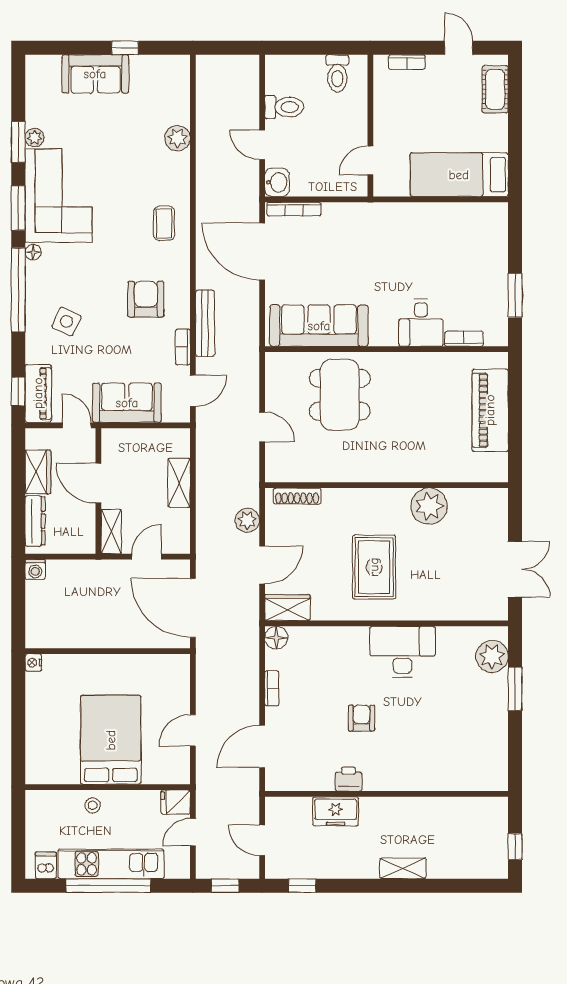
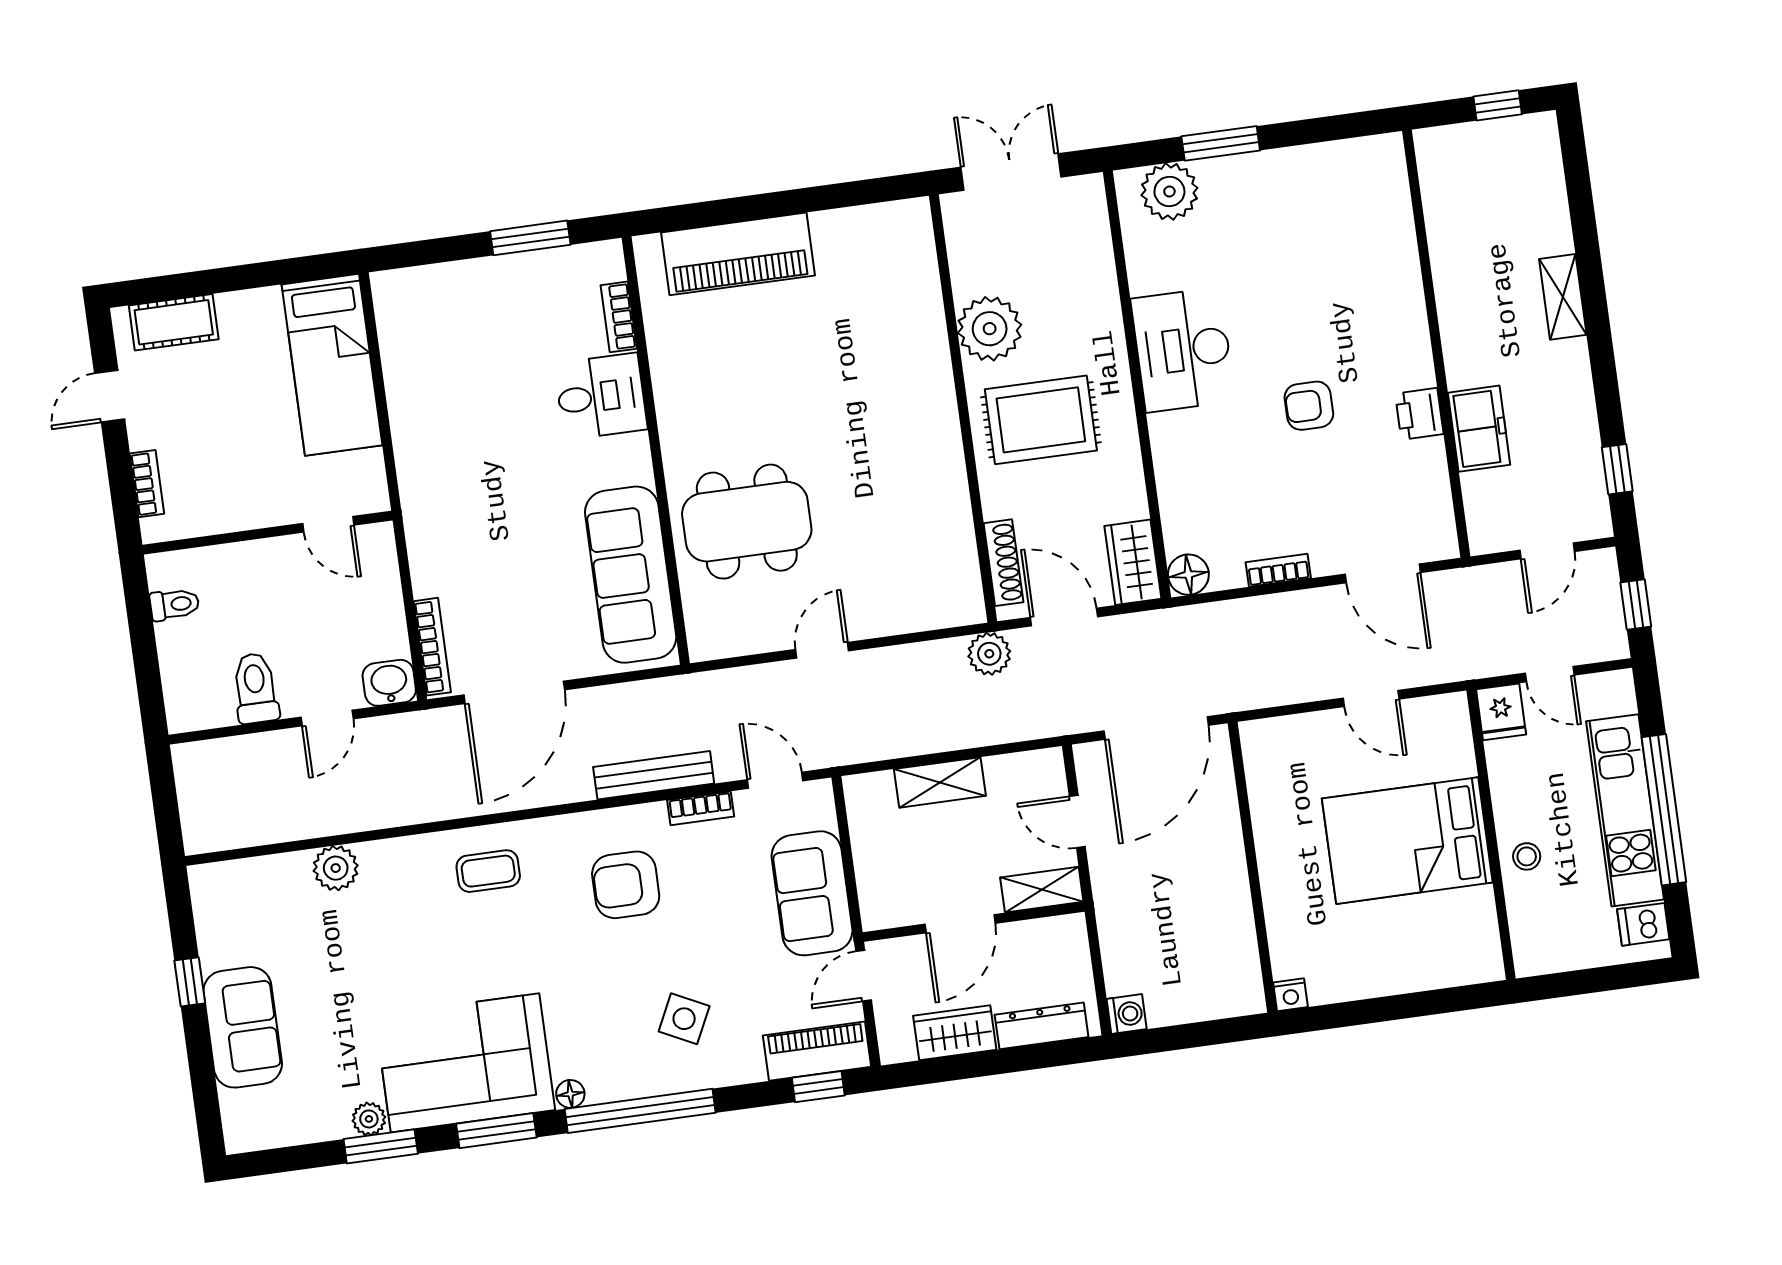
toilet: (337, 73) -> (174, 604), width x0.73, depth x0.72
wall: (386, 485) -> (963, 408), moved
shoe rack: (297, 496) -> (1004, 563), moved
plant: (429, 506) -> (990, 329), moved

